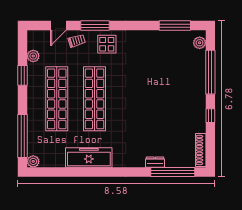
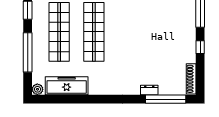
window: (23, 136) -> (28, 52), moved
freezer: (89, 158) -> (67, 86), moved

